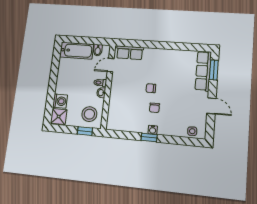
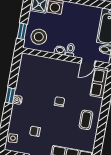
coffee table: (166, 61) -> (86, 120), added
door: (111, 65) -> (88, 62), swing flipped
chair: (154, 108) -> (35, 131), moved

